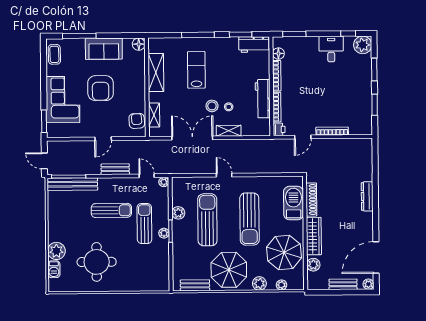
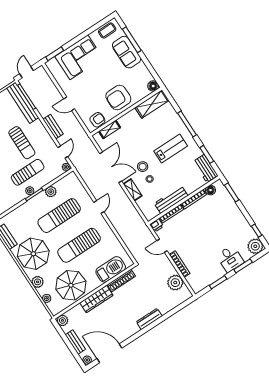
sofa: (104, 49) -> (127, 52), moved
desk: (331, 49) -> (230, 259), moved, turned 90
lab bench: (196, 70) -> (171, 149), moved
shelving: (156, 73) -> (152, 104), moved
armchair: (101, 88) -> (118, 98), moved
plant: (348, 147) -> (175, 283), added
sun lounger: (207, 220) -> (59, 216), turned 180
plant: (313, 265) -> (62, 320), moved

